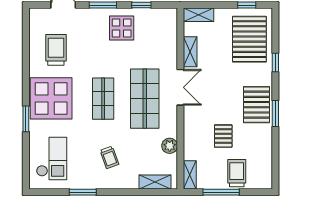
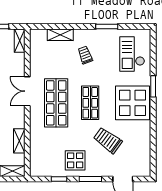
trolley: (56, 50) -> (108, 140), moved, turned 126
double door: (180, 87) -> (27, 91), moved
plant: (170, 146) -> (36, 64), removed
shelving: (155, 182) -> (60, 35), moved

